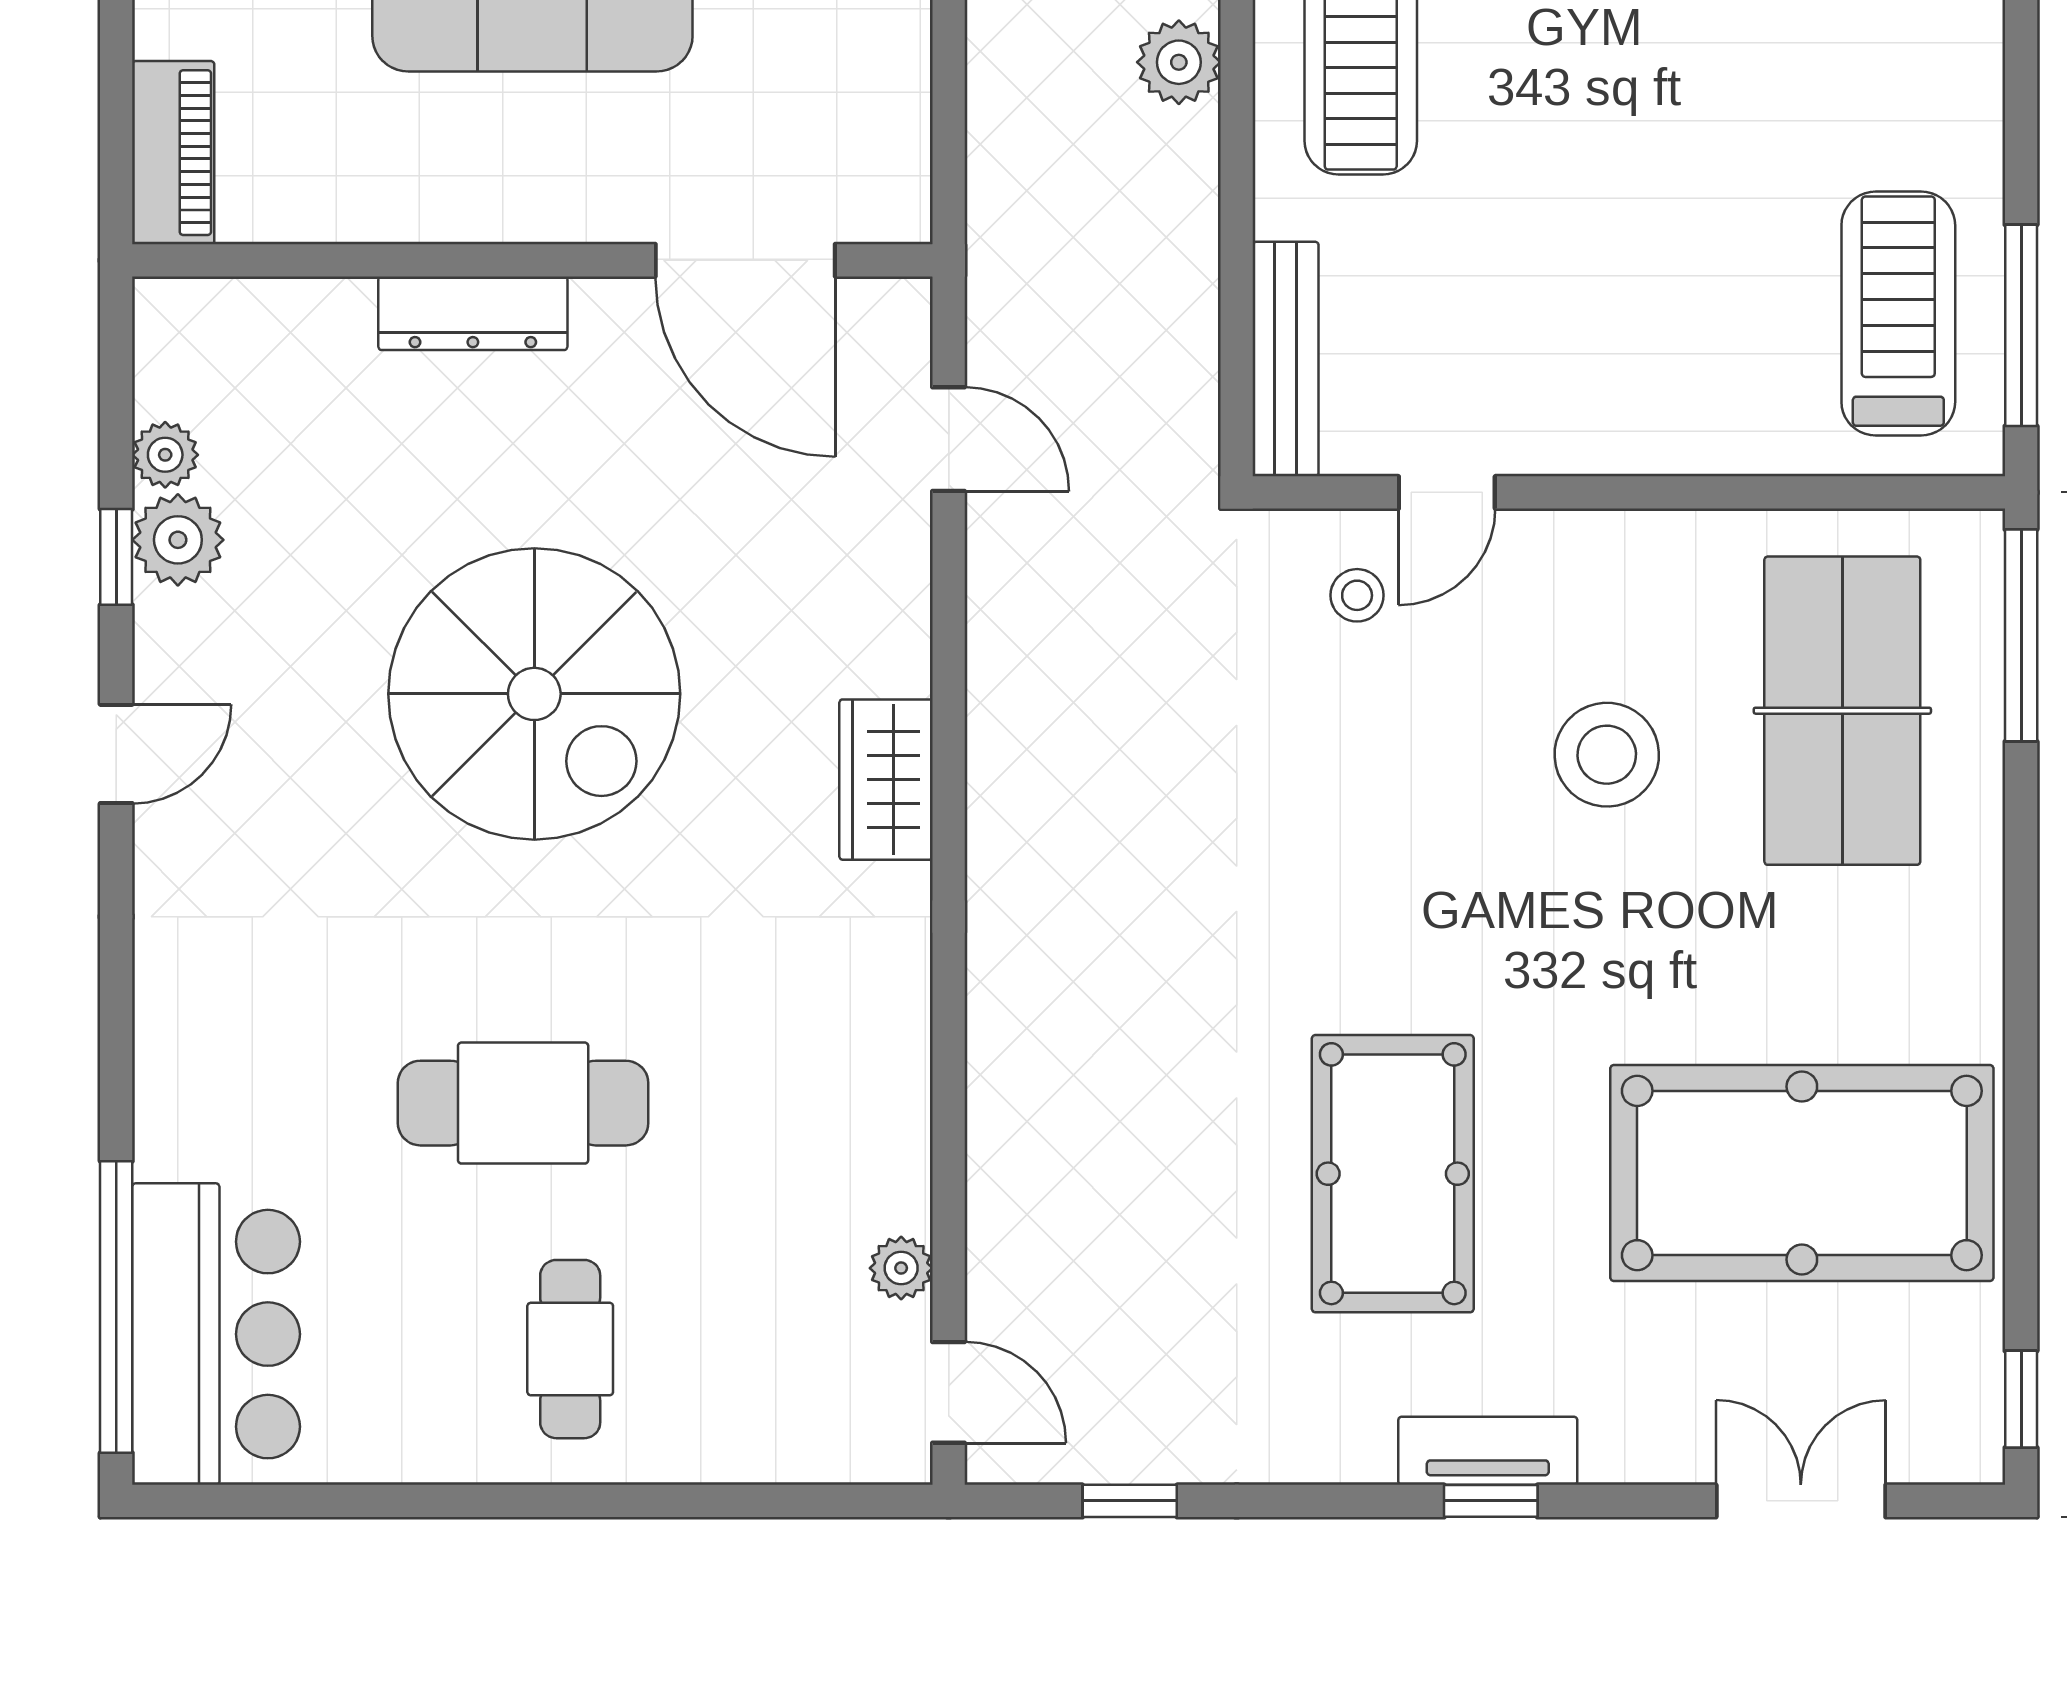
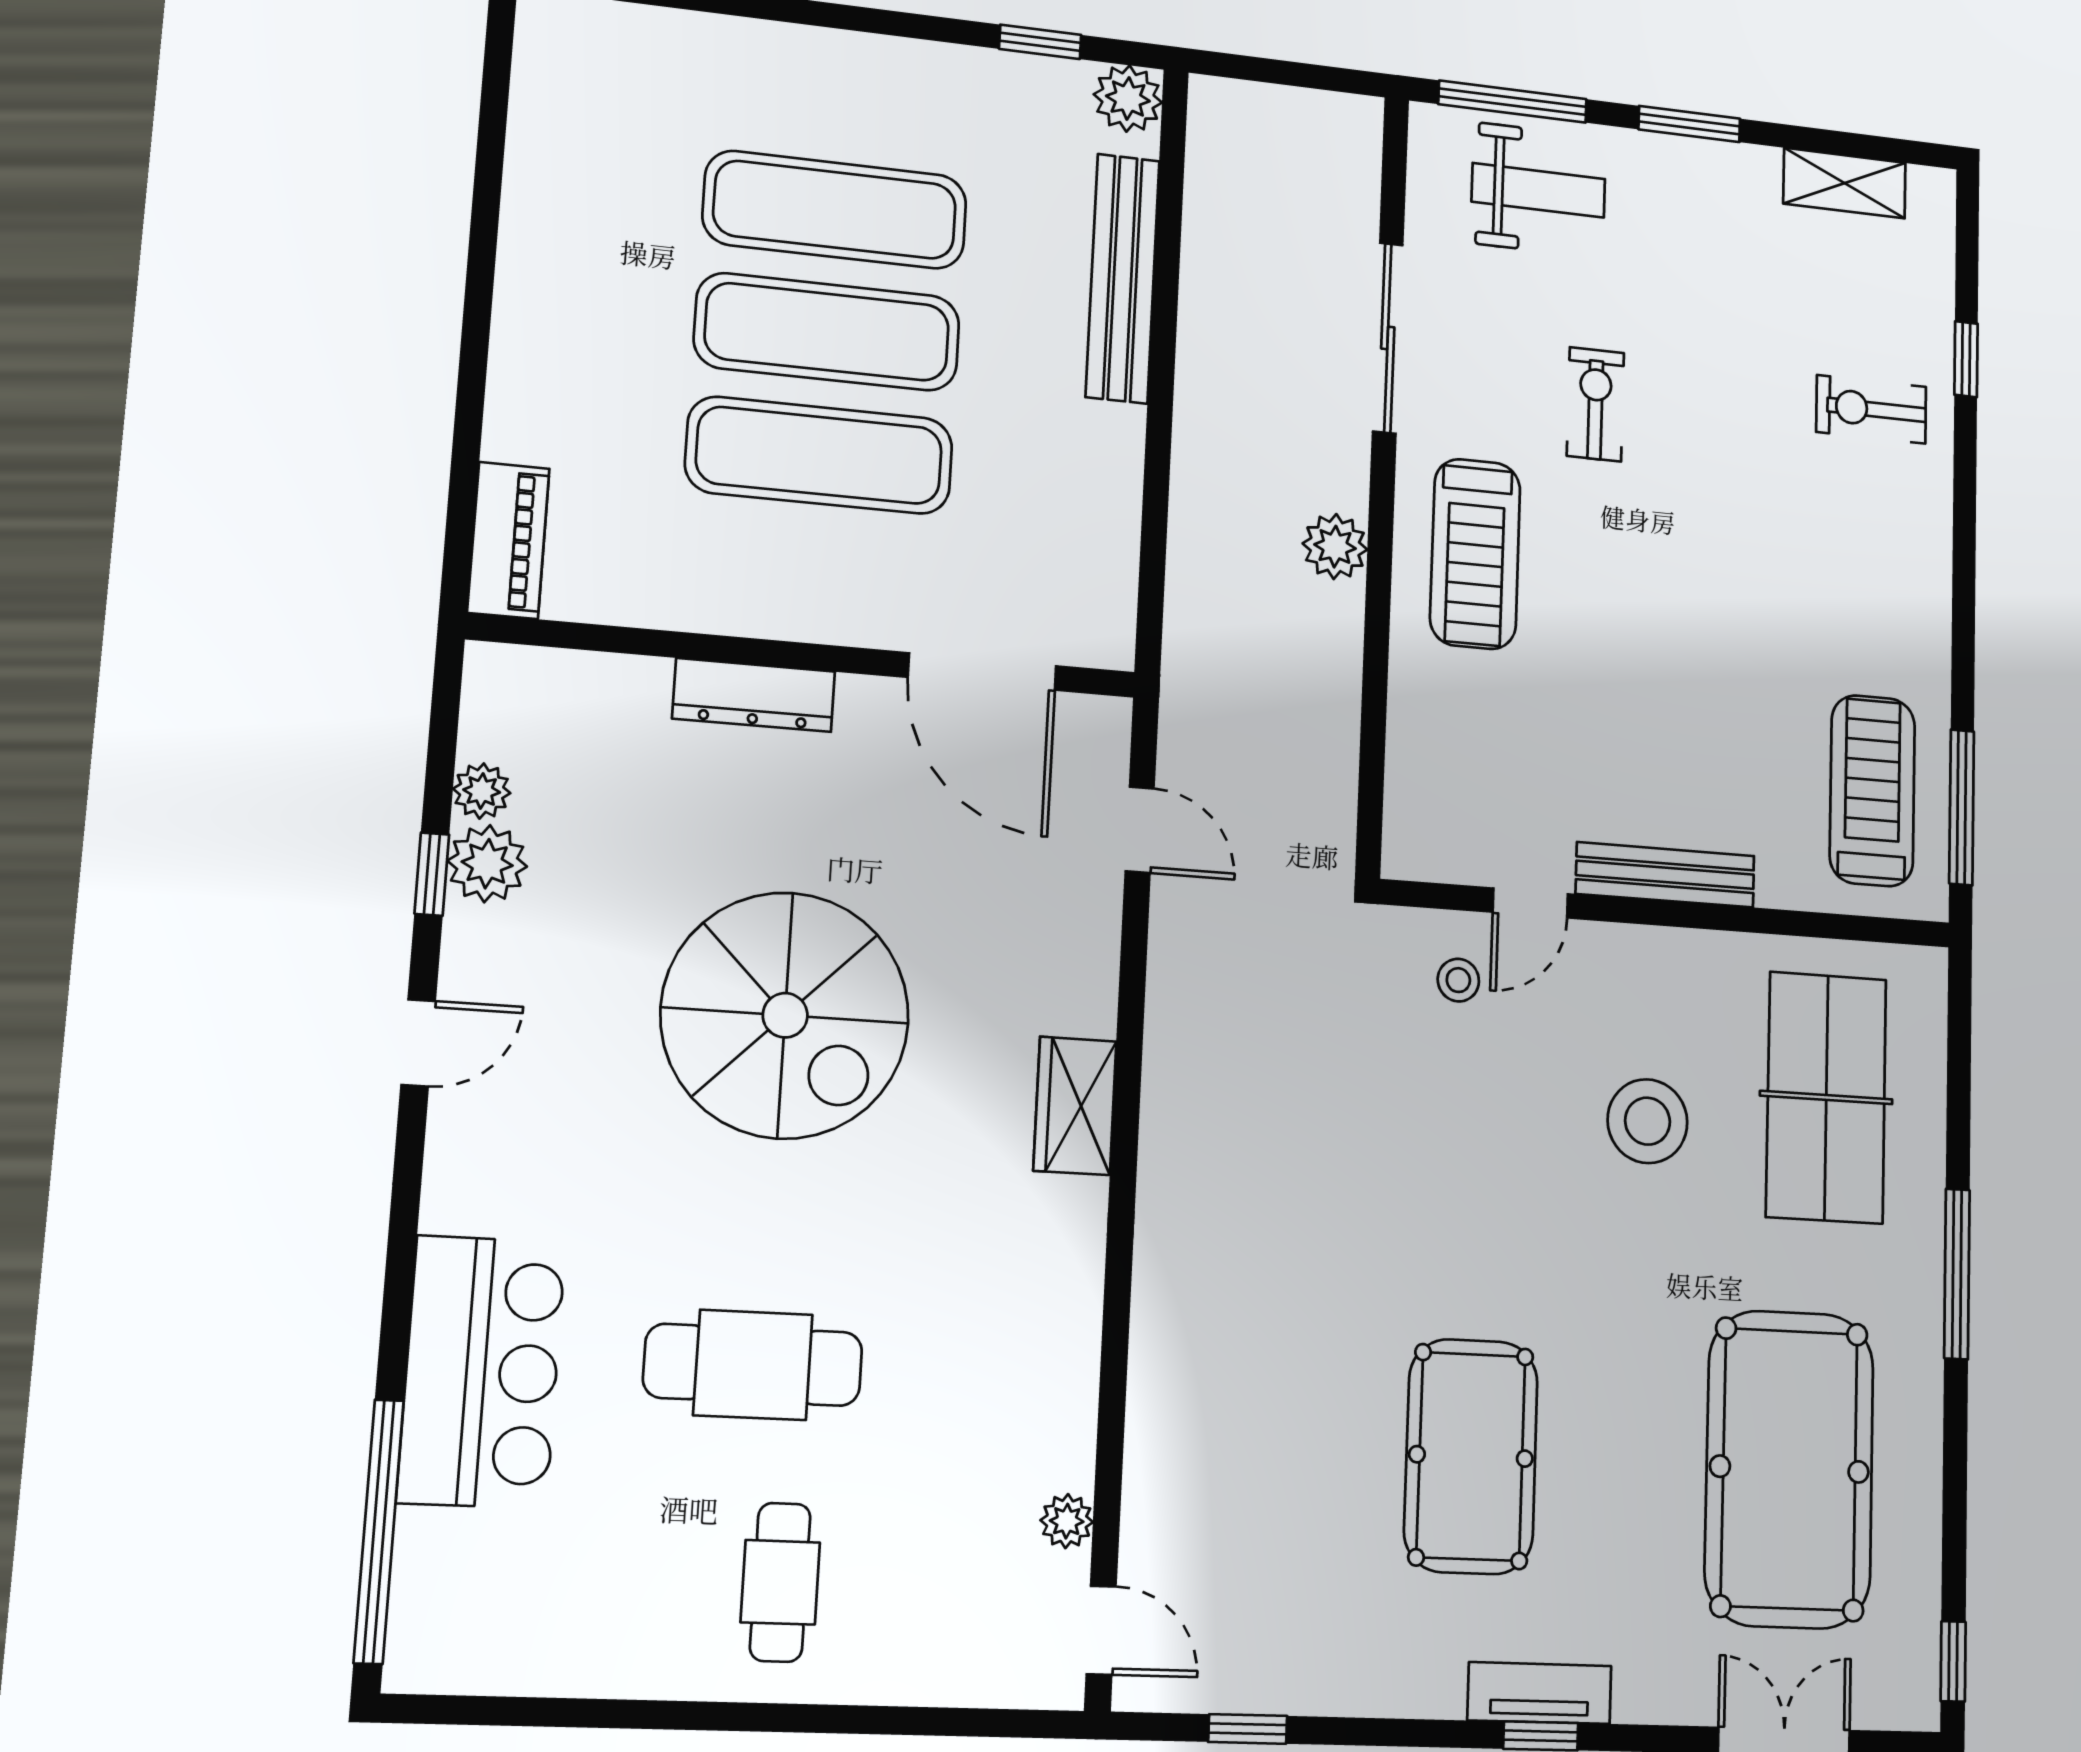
bench: (1286, 359) -> (1665, 875), moved, turned 90
window: (2021, 635) -> (1957, 1274), moved
pool table: (1802, 1173) -> (1789, 1469), turned 90
bar counter: (216, 1334) -> (482, 1372), moved

